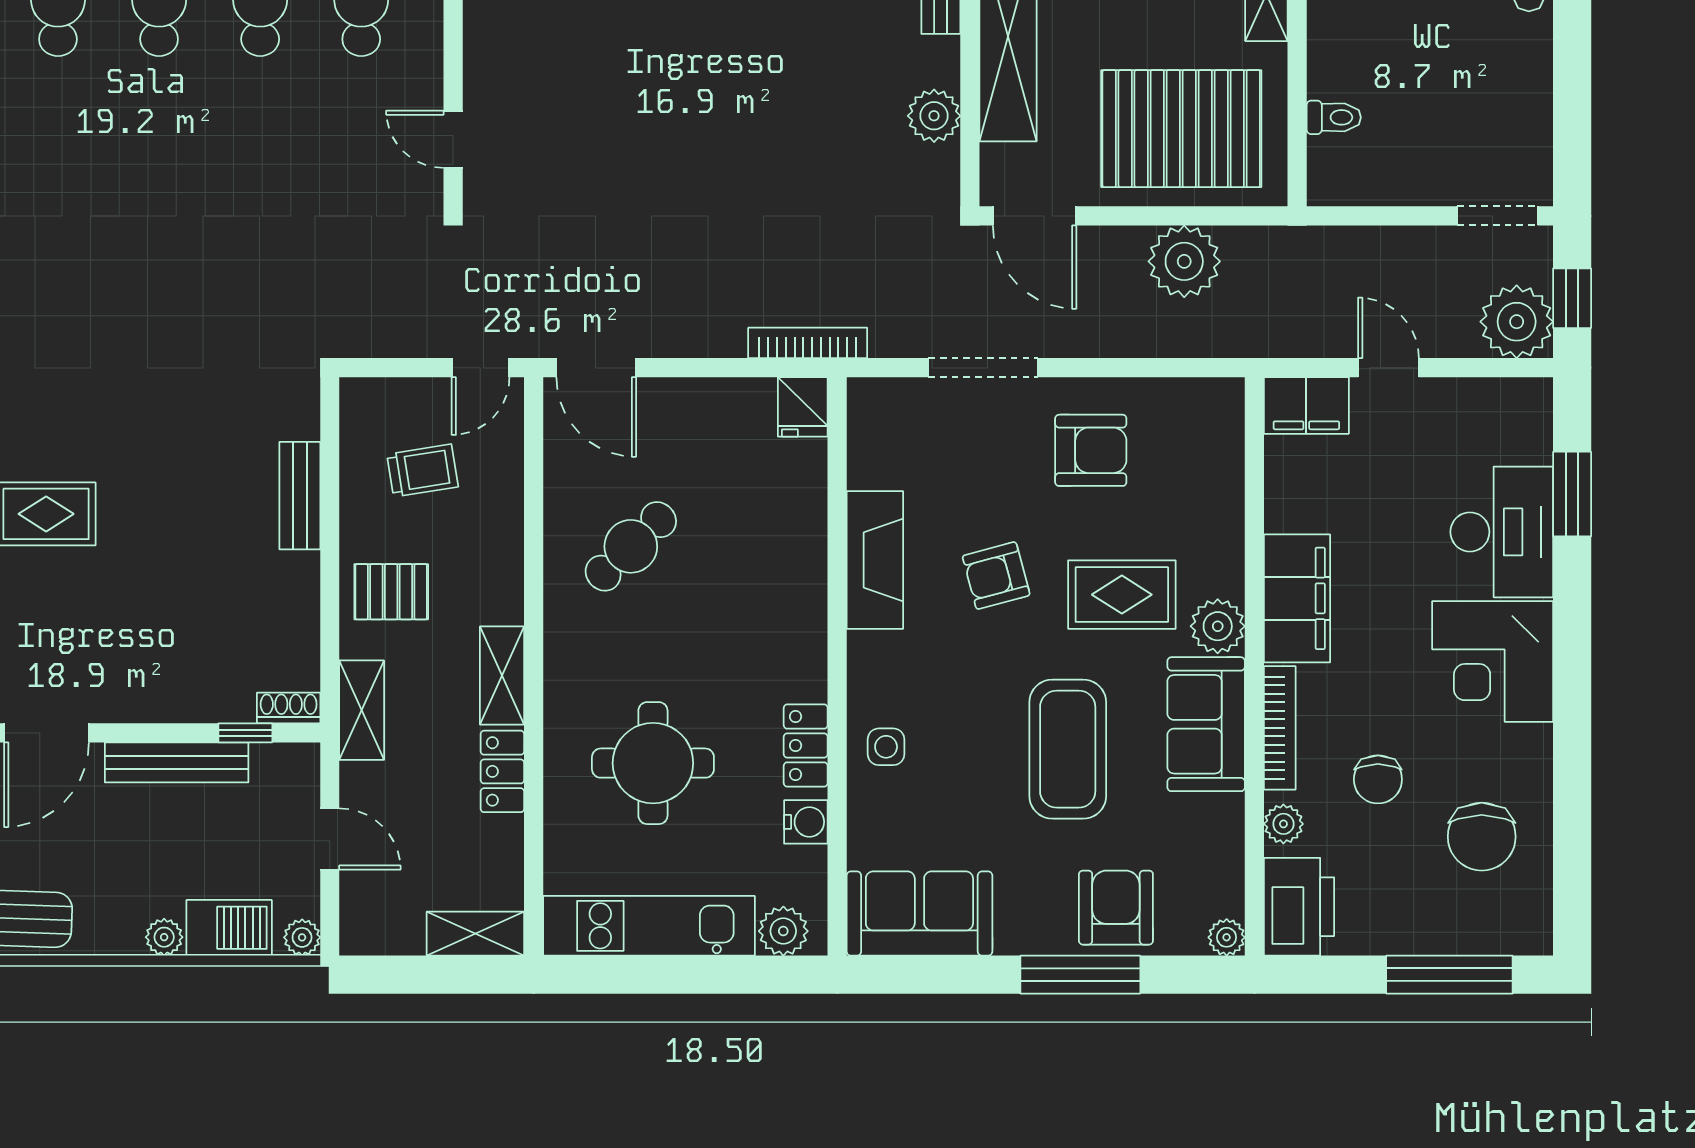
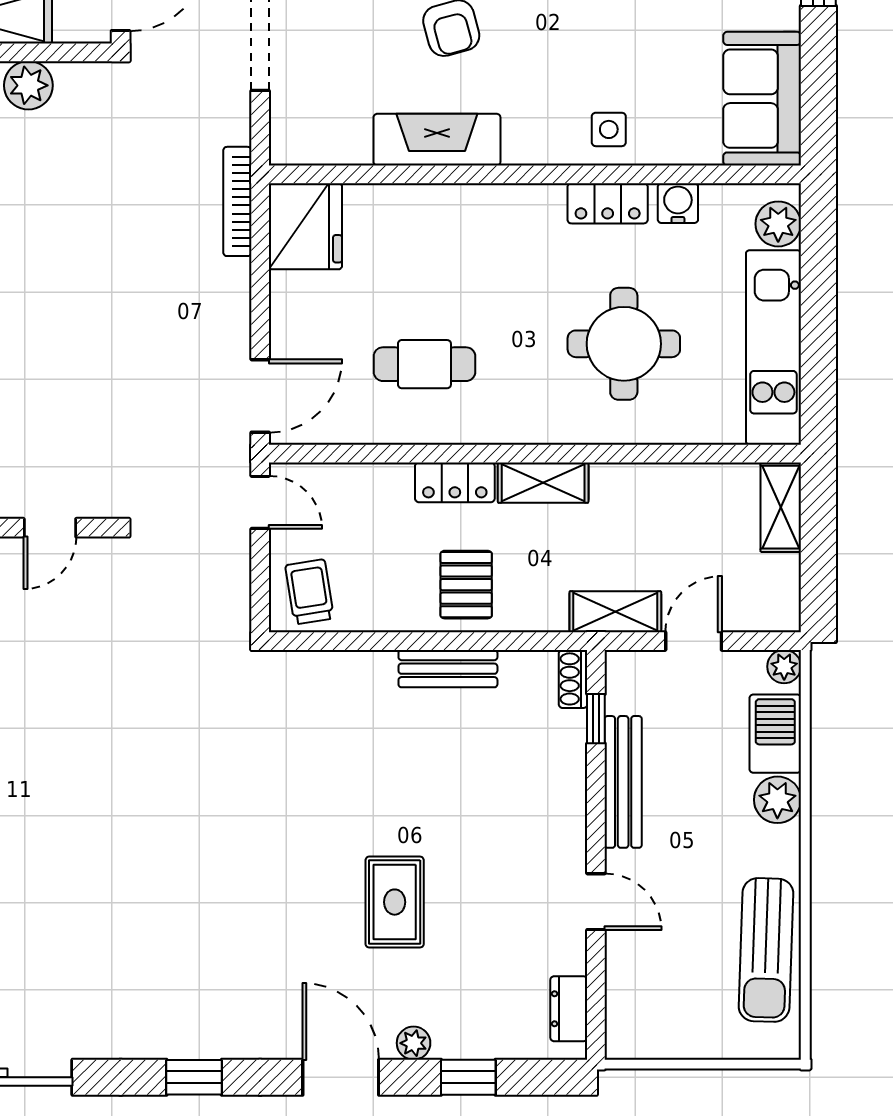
fridge: (803, 407) -> (305, 226), width x1.88, depth x1.34
trolley: (422, 471) -> (310, 592), moved
bench: (300, 496) -> (448, 669), moved
cafe table: (631, 546) -> (424, 364), turned -46
shelving: (362, 710) -> (615, 612), moved
door: (46, 733) -> (596, 902), width x0.73
locker: (502, 771) -> (455, 482), moved
plant: (164, 937) -> (777, 800), width x1.38, depth x1.38

